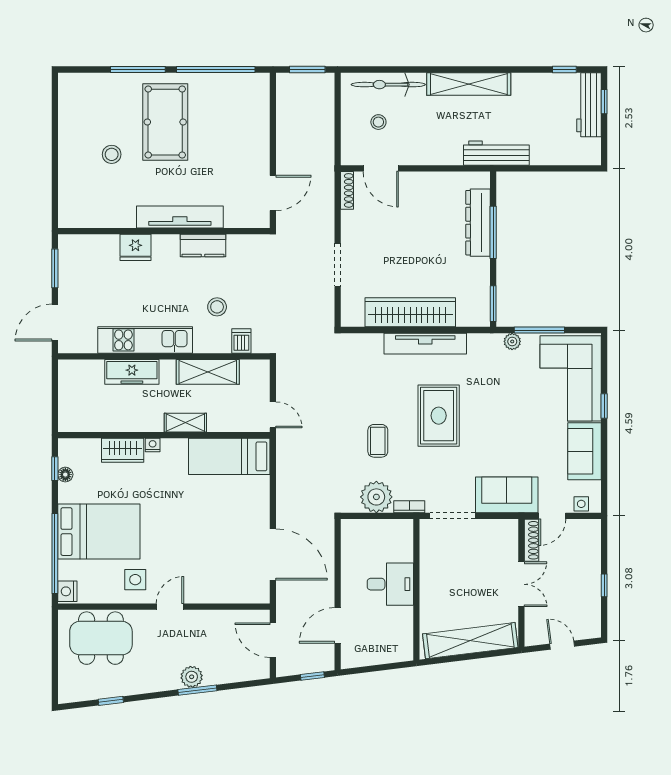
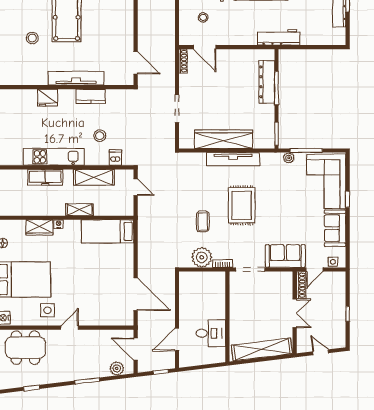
door: (273, 193) -> (136, 63), hinge flipped
door: (273, 415) -> (136, 187), moved
desk: (390, 584) -> (211, 333), moved
plant: (192, 677) -> (117, 368), moved

